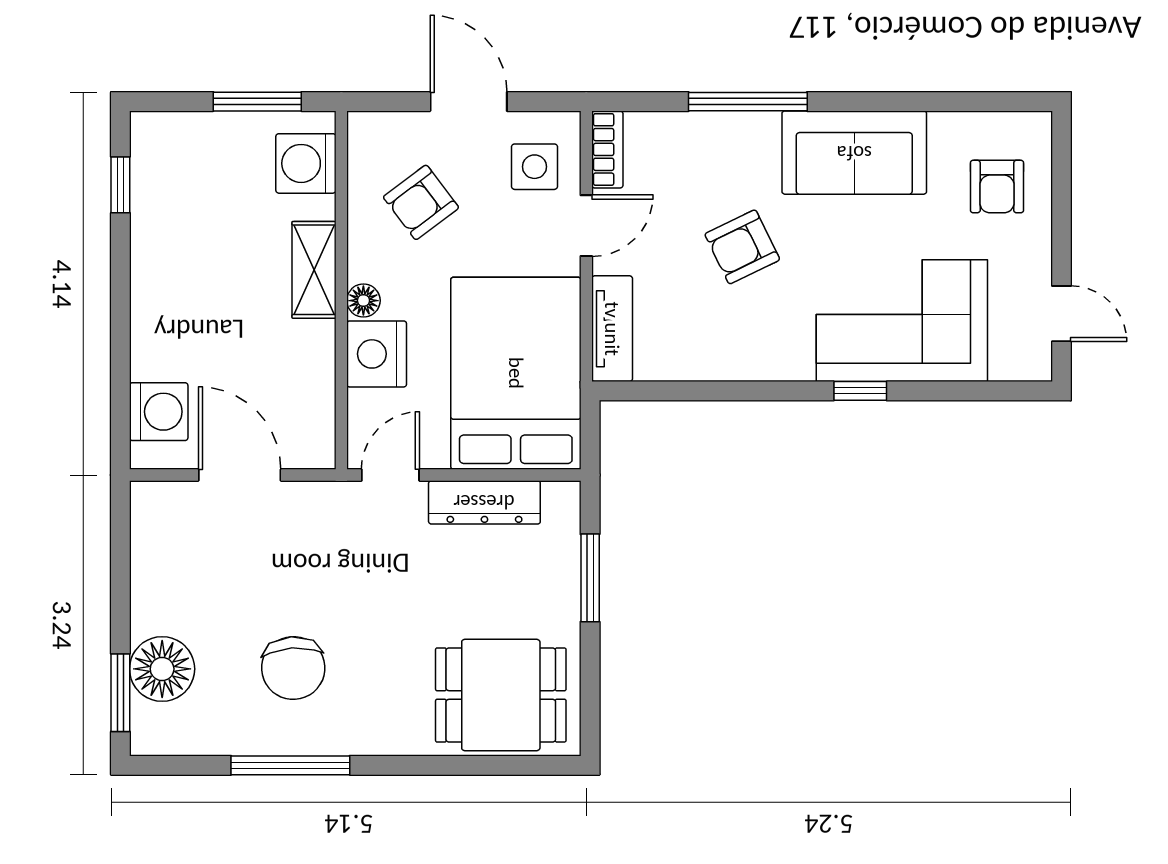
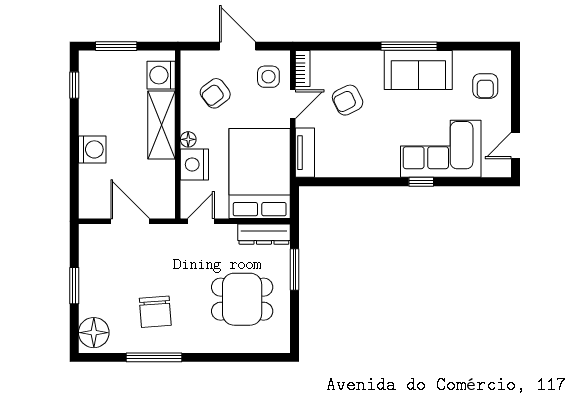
window: (257, 102) -> (116, 46), moved
window: (748, 102) -> (409, 46), moved
armchair: (742, 247) -> (348, 100), moved
shelving: (314, 270) -> (162, 125), width x1.50, depth x1.33
door: (1061, 314) -> (516, 146), swing flipped
washing machine: (159, 412) -> (92, 149), moved
dresser: (484, 502) -> (264, 234), moved
floor lamp: (162, 669) -> (94, 333), moved
window: (120, 693) -> (74, 286), moved
dining table: (501, 695) -> (242, 299), moved

